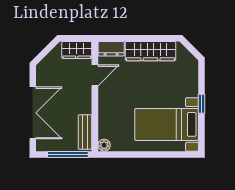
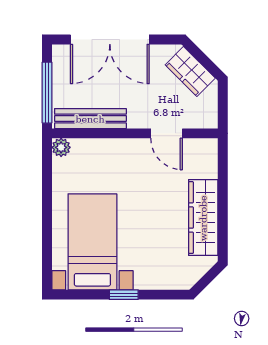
dresser: (111, 49) -> (207, 158), removed
wardrobe: (77, 50) -> (190, 71), moved, turned -45
bench: (85, 132) -> (90, 119), width x1.36

